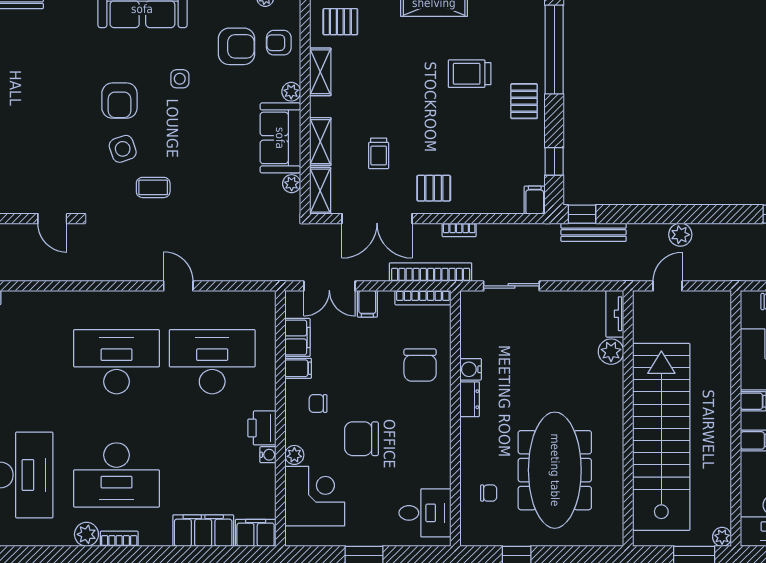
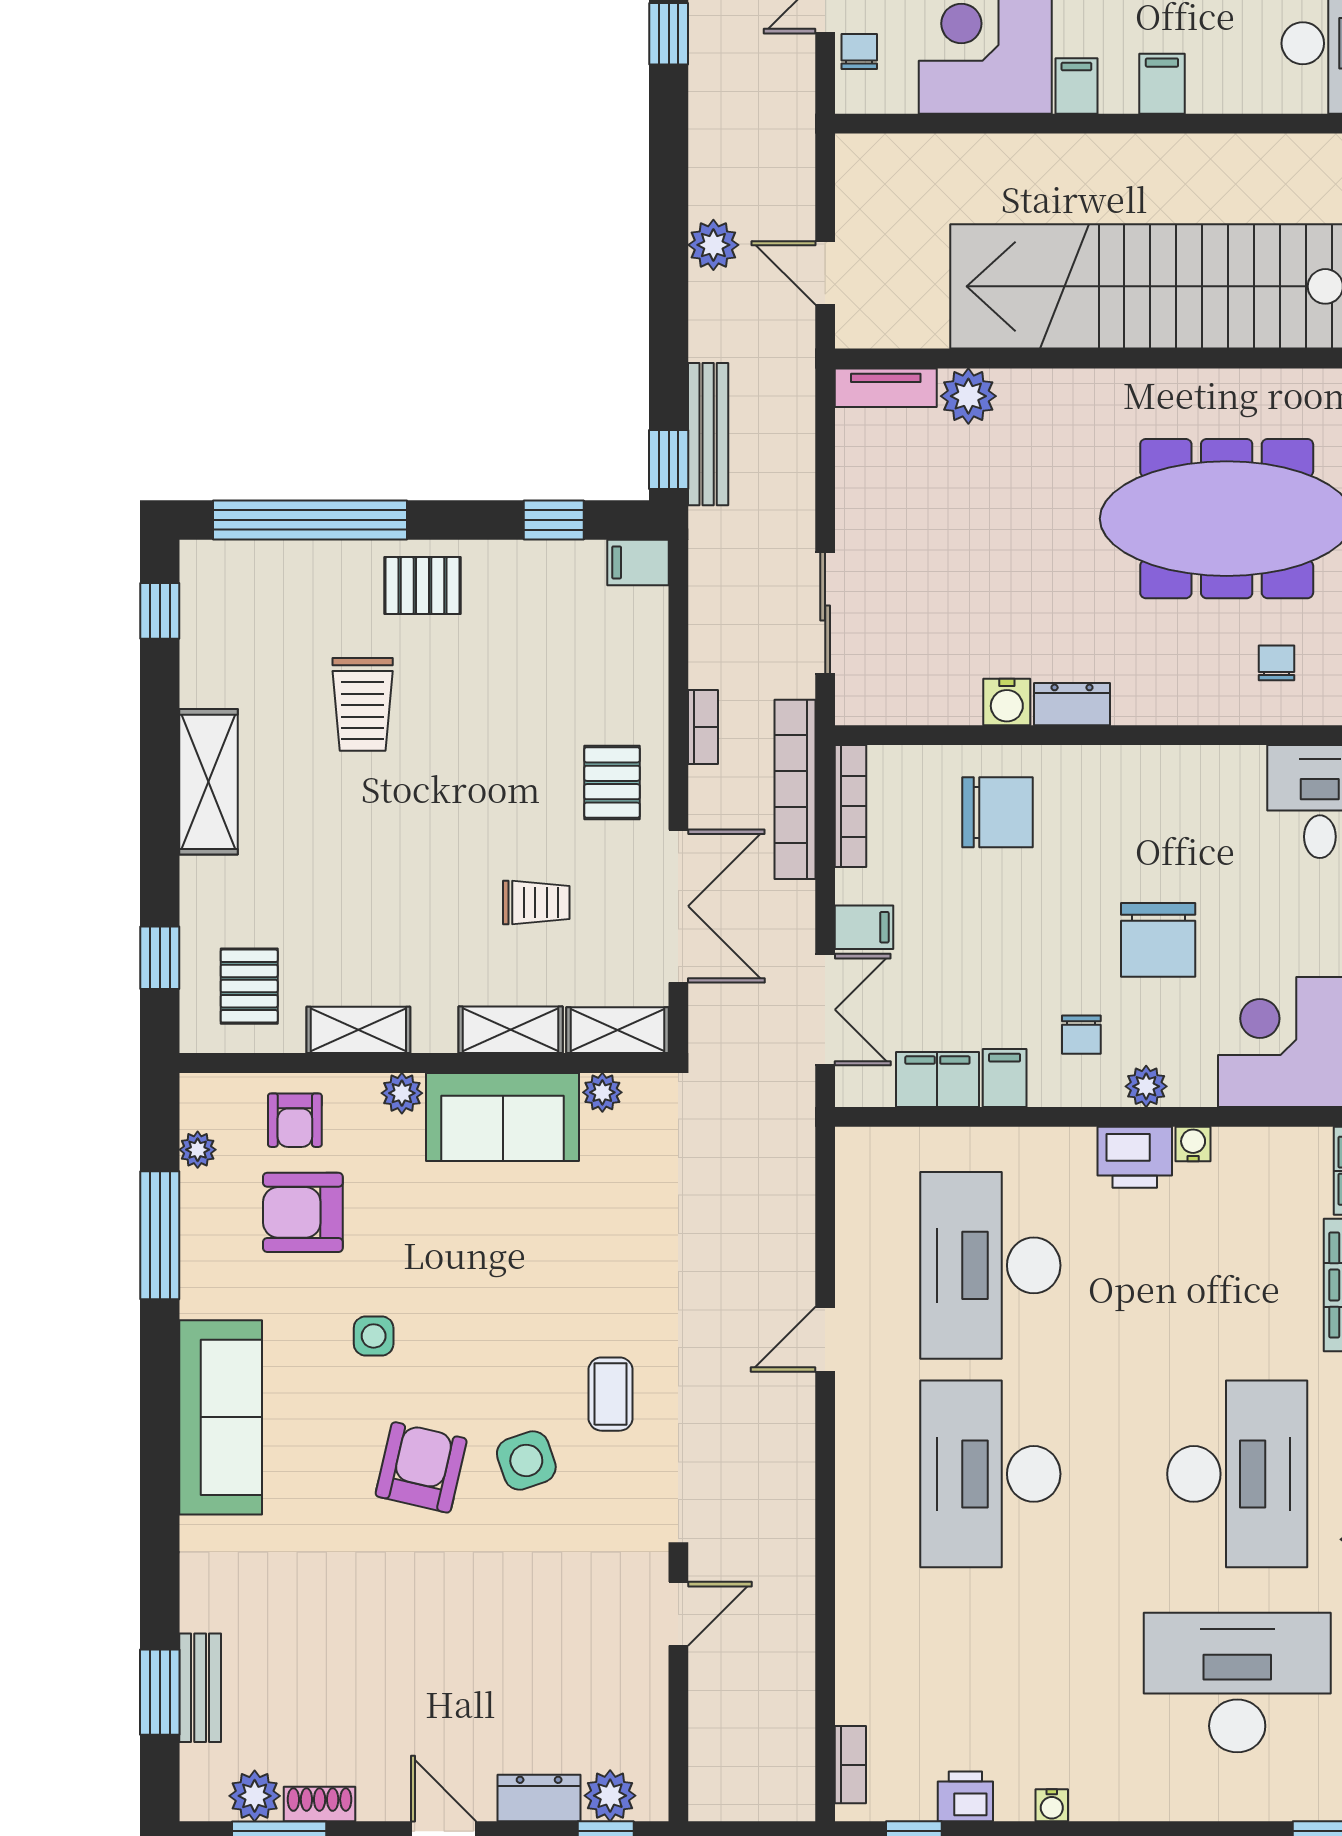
armchair: (237, 46) -> (303, 1212), turned -90
armchair: (119, 101) -> (421, 1467), turned -77
plant: (294, 455) -> (1146, 1086), moved

